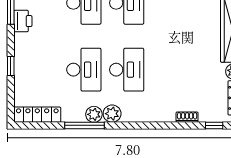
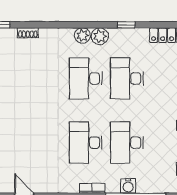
plant: (94, 114) -> (82, 36), moved
window: (85, 125) -> (126, 25), width x0.46

